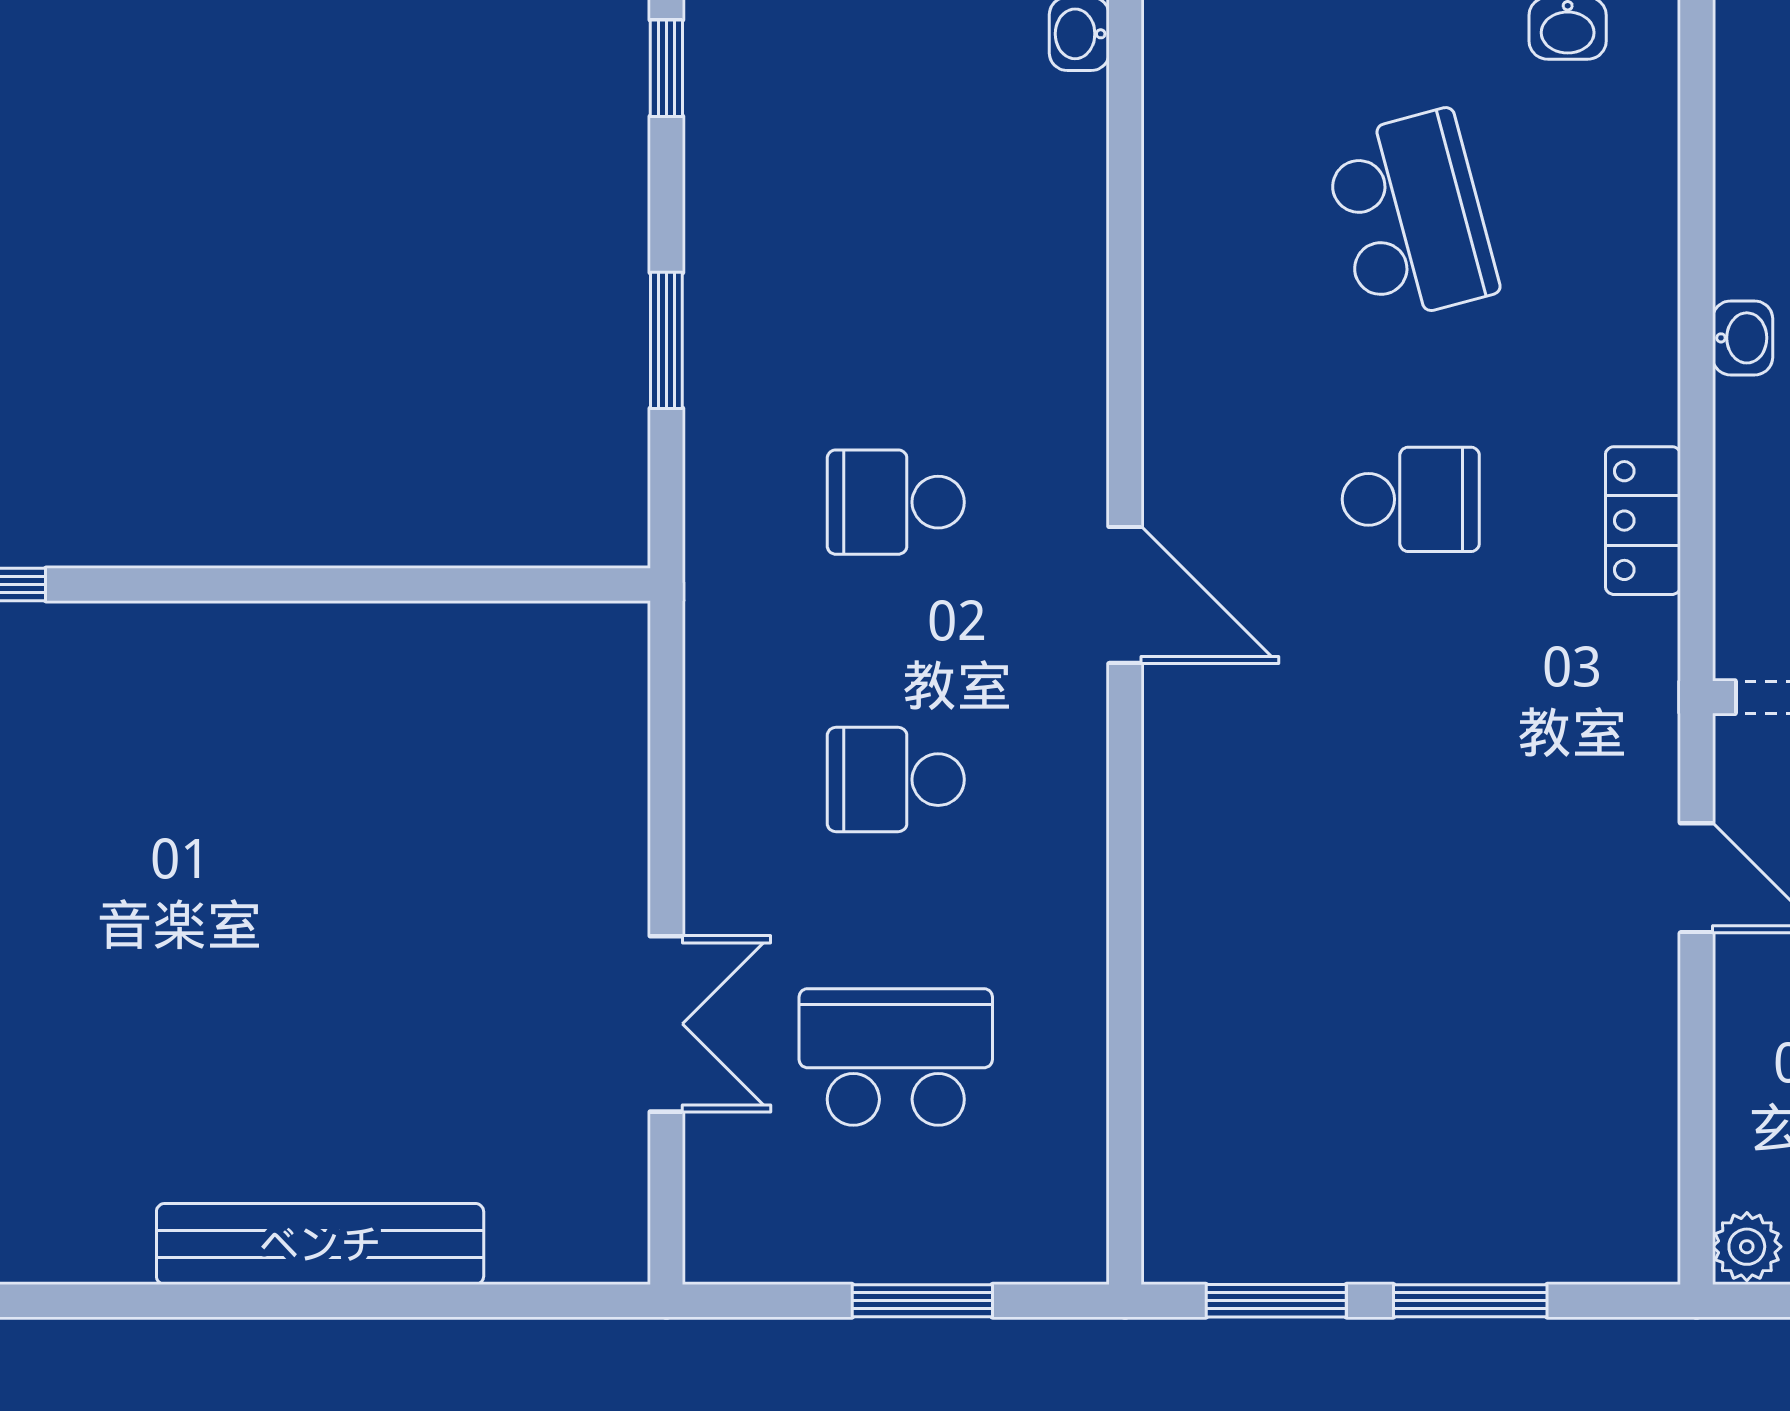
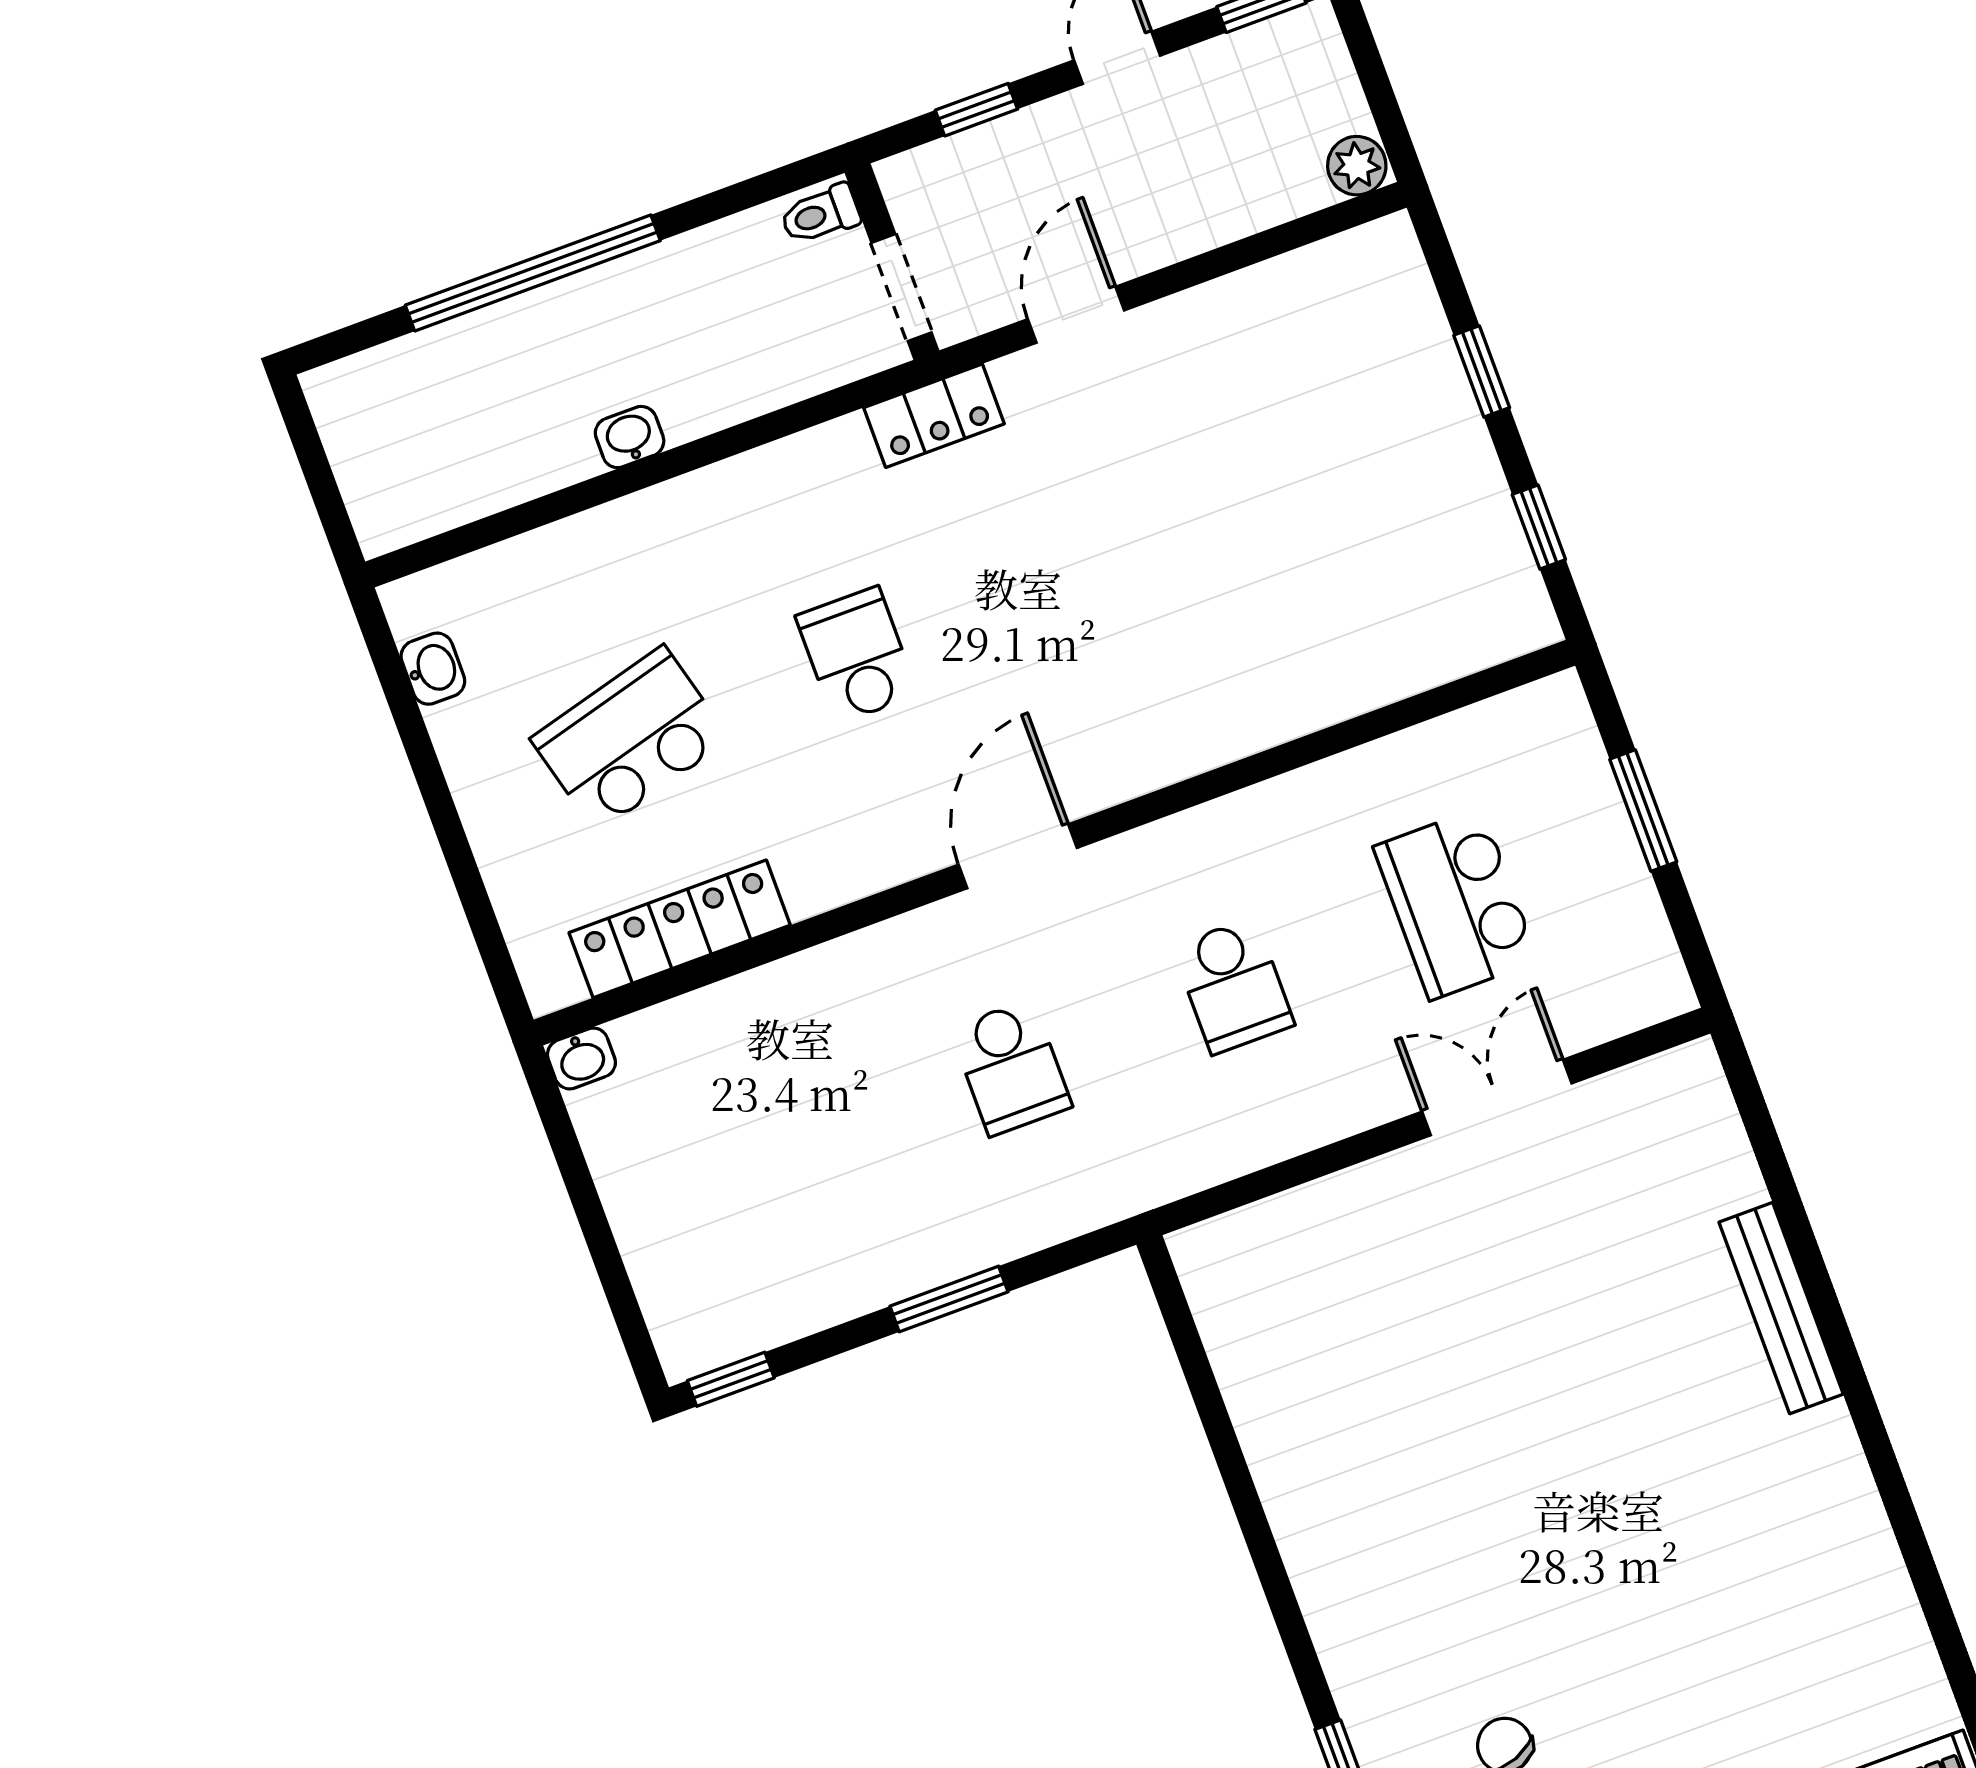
locker: (1182, 194) -> (680, 929), added
locker: (1643, 521) -> (934, 416), moved
bench: (320, 1244) -> (1781, 1308), width x0.73, depth x0.82
window: (1276, 1301) -> (1539, 527), width x0.67
window: (1470, 1301) -> (1482, 371), width x0.67

